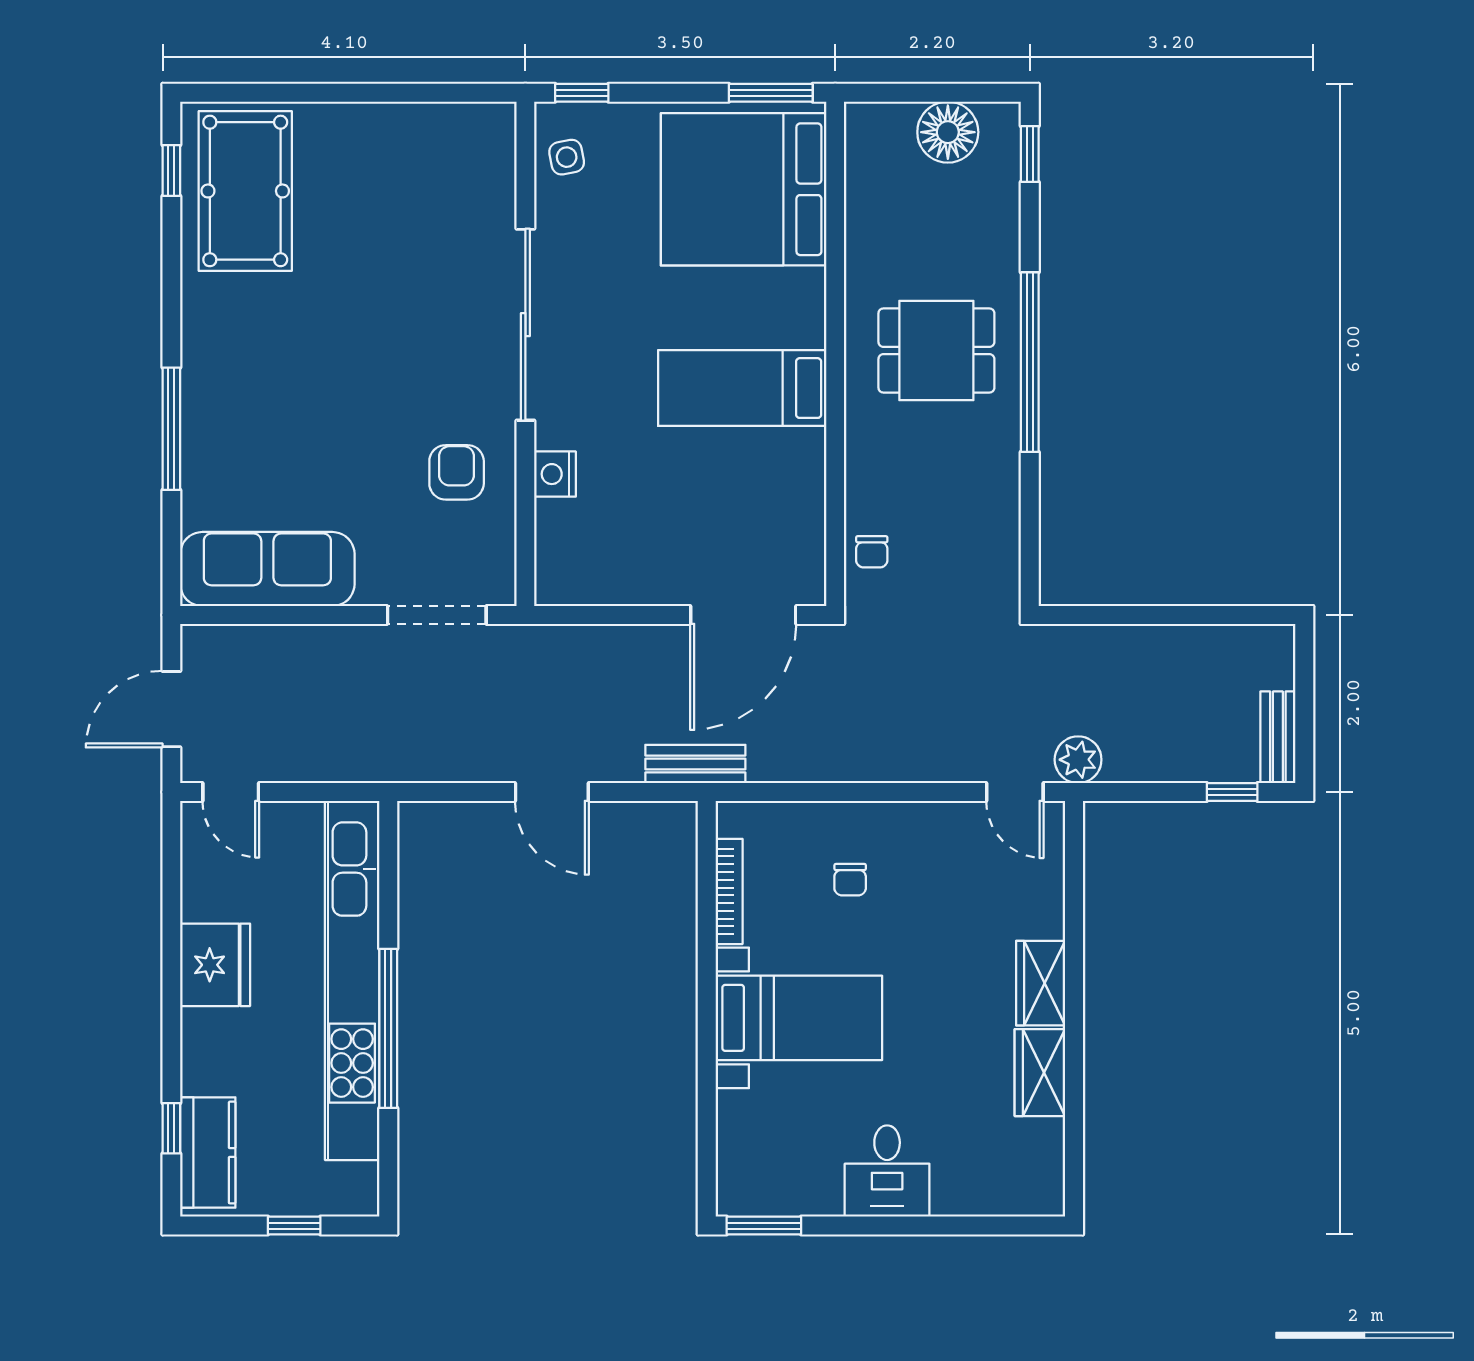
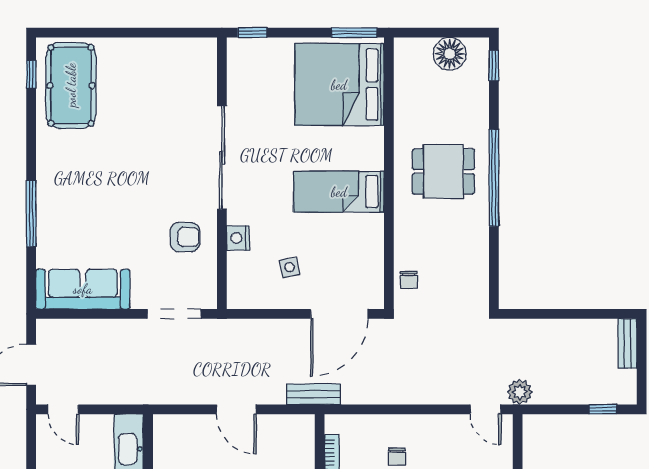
side table: (567, 157) -> (290, 267), moved
armchair: (457, 472) -> (185, 237), turned 90
bench: (1278, 737) -> (627, 343), moved

